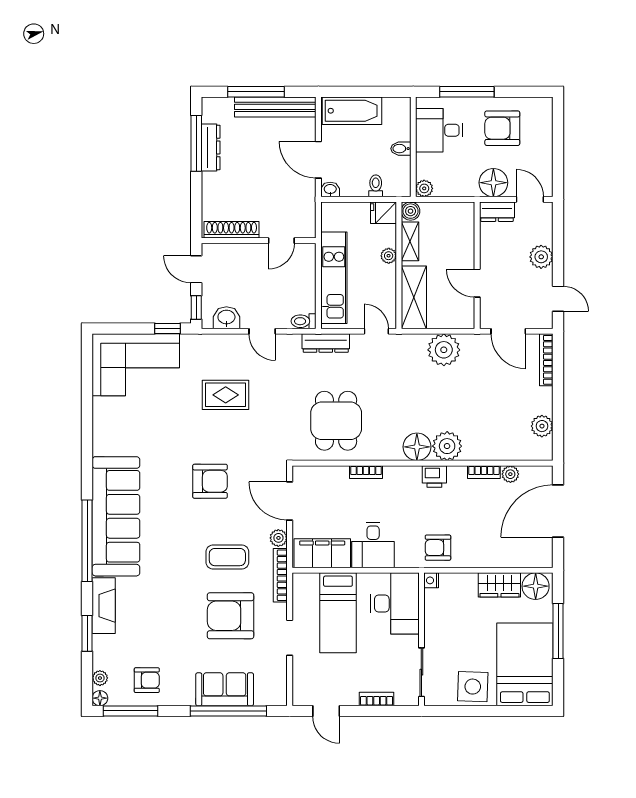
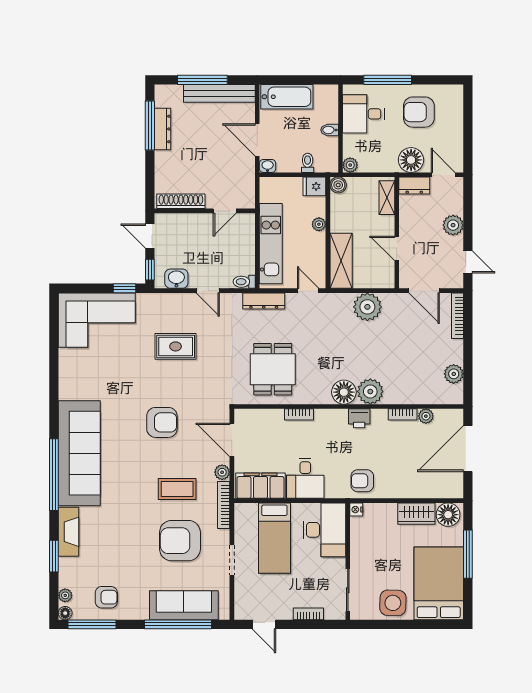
shelving: (410, 241) -> (387, 198), moved
sofa: (225, 689) -> (184, 605), width x1.36

